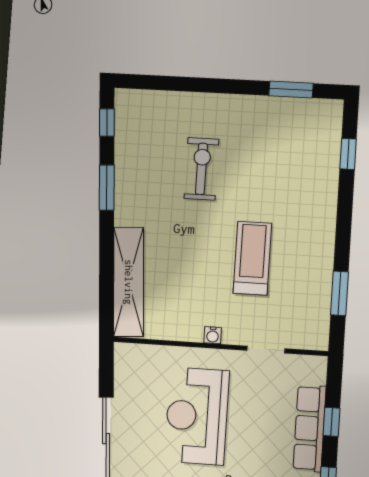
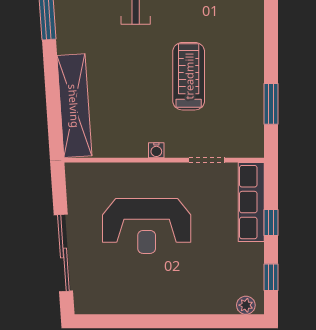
reception desk: (197, 416) -> (147, 226), turned -90
row of seats: (310, 428) -> (251, 202), moved

